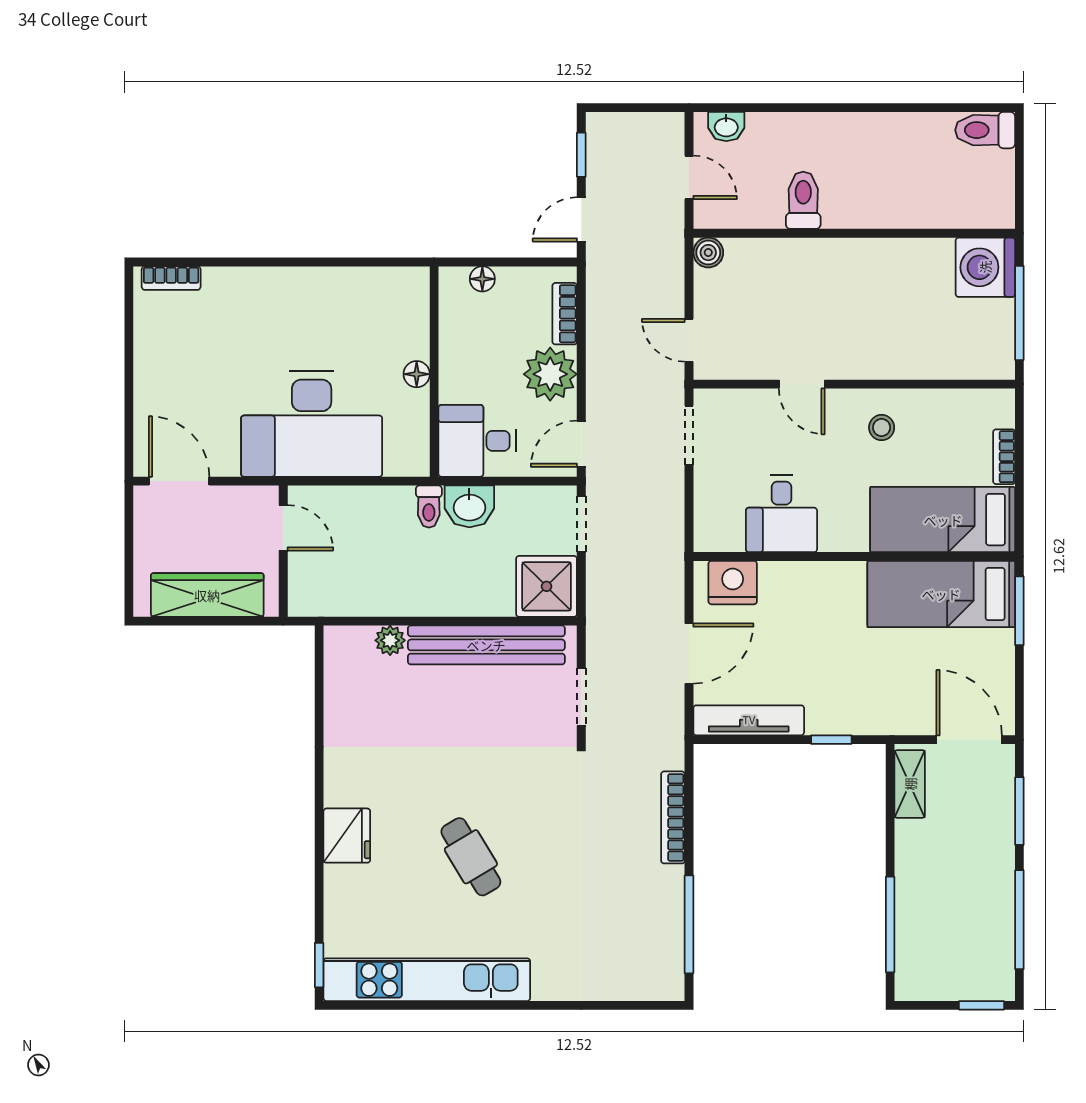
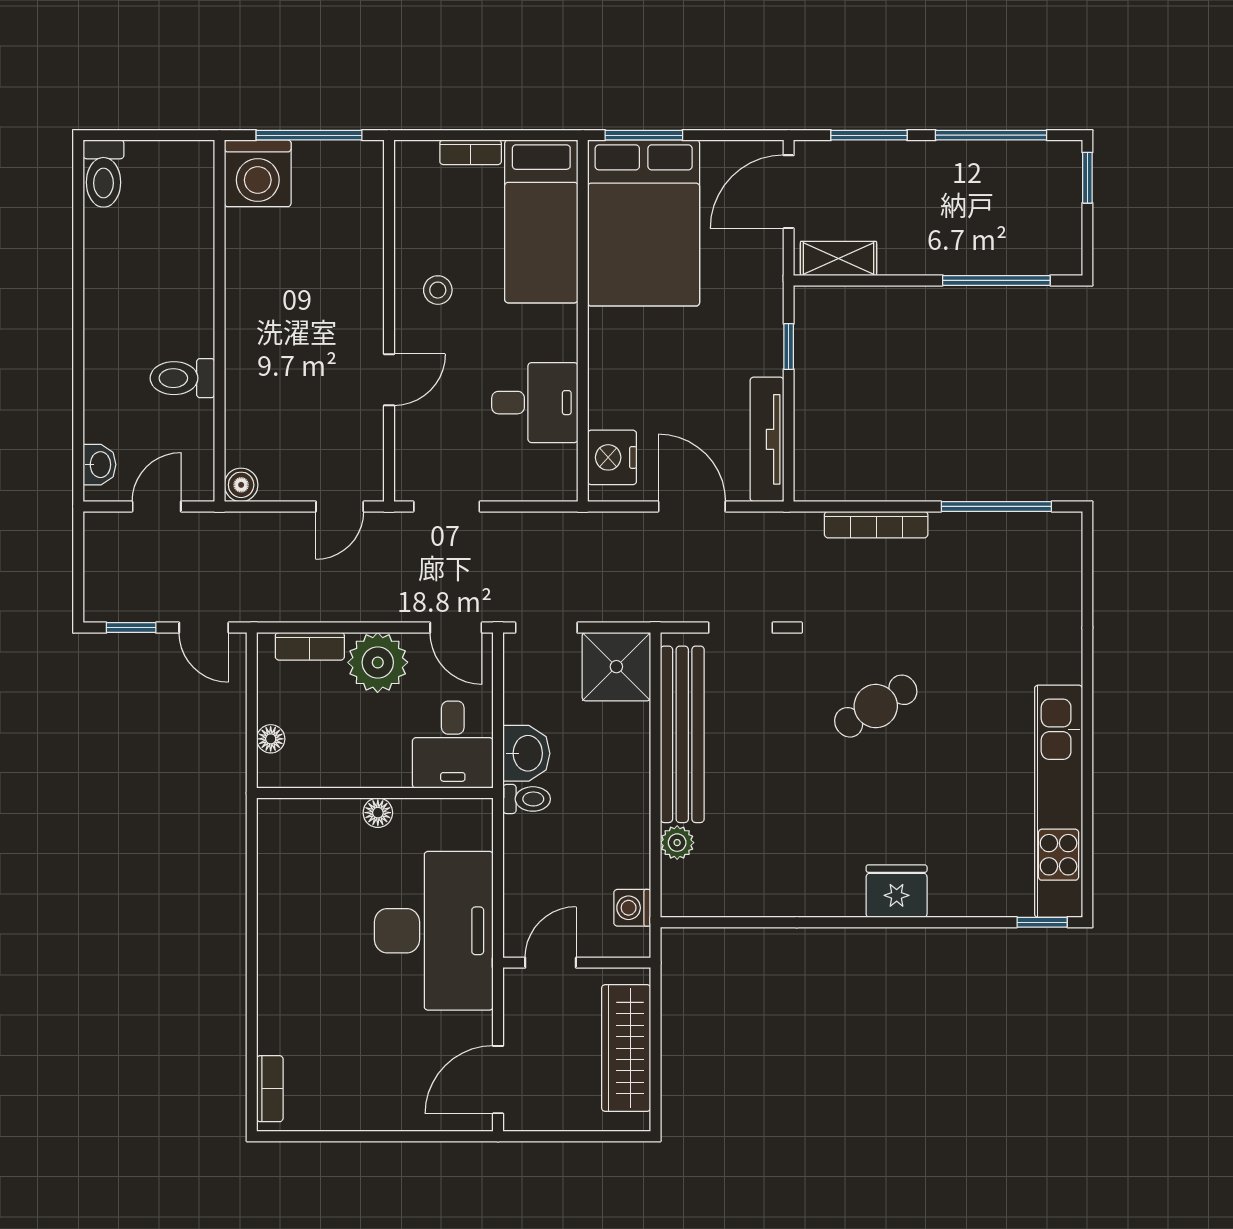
bed: (941, 594) -> (644, 223), width x1.50
washing machine: (332, 600) -> (632, 908), added
cafe table: (471, 857) -> (876, 706), moved

